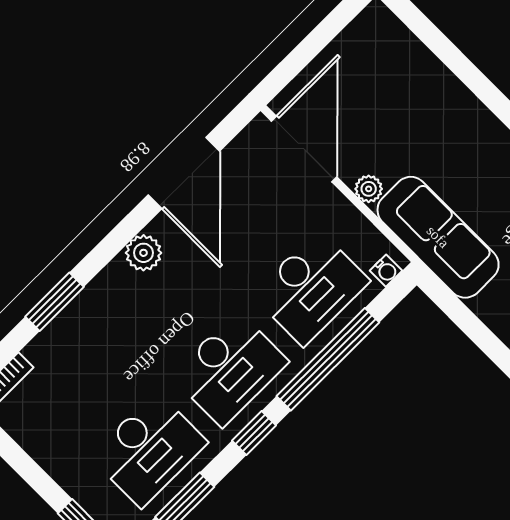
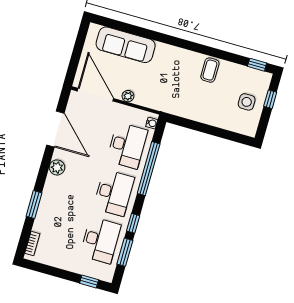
sofa: (438, 237) -> (126, 45), moved, turned 180
window: (254, 433) -> (133, 223), moved

